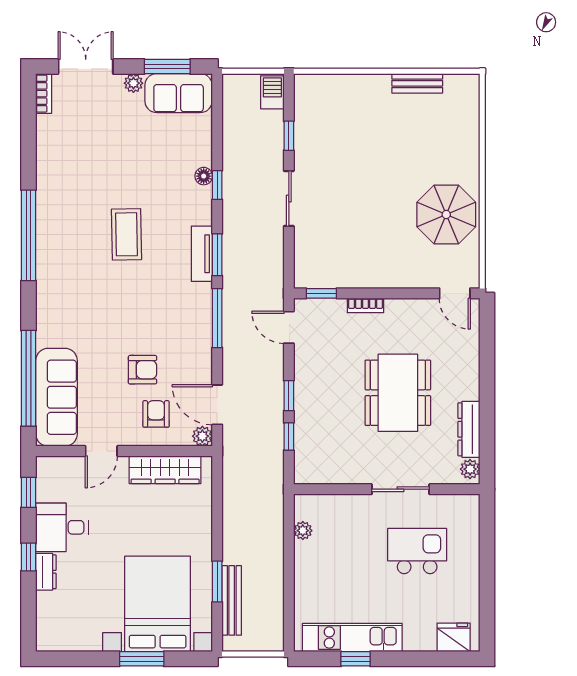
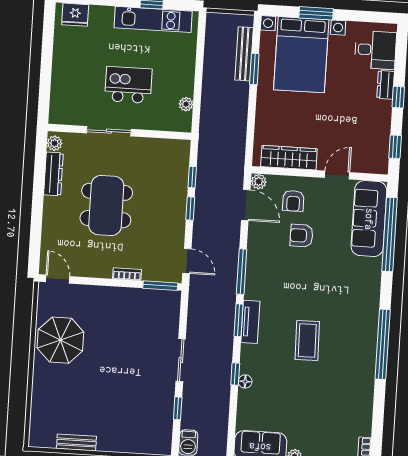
window: (321, 293) -> (160, 286), width x1.50
desk: (62, 527) -> (375, 50), moved
kitchen island: (417, 551) -> (128, 85), moved, turned 180

